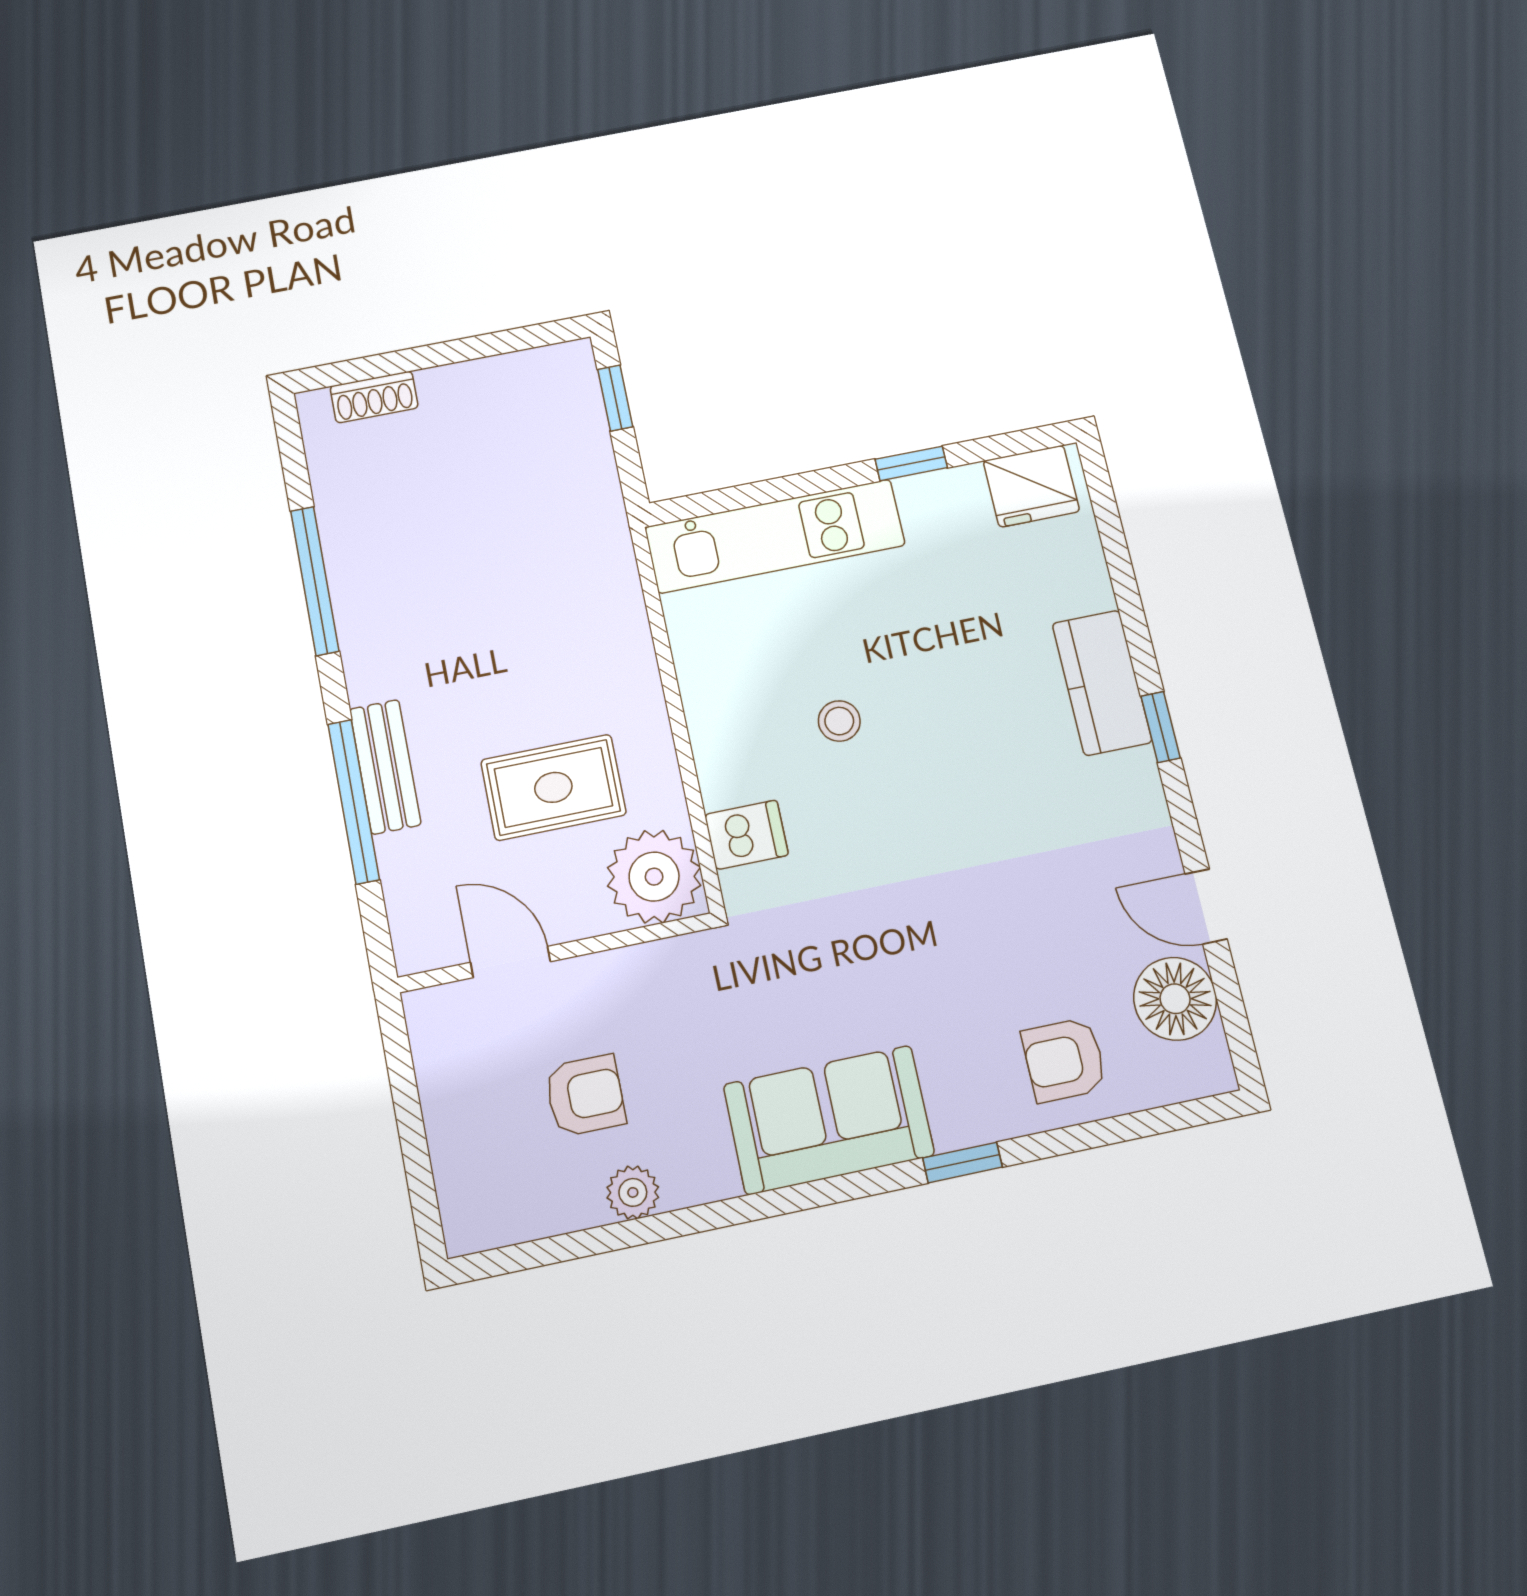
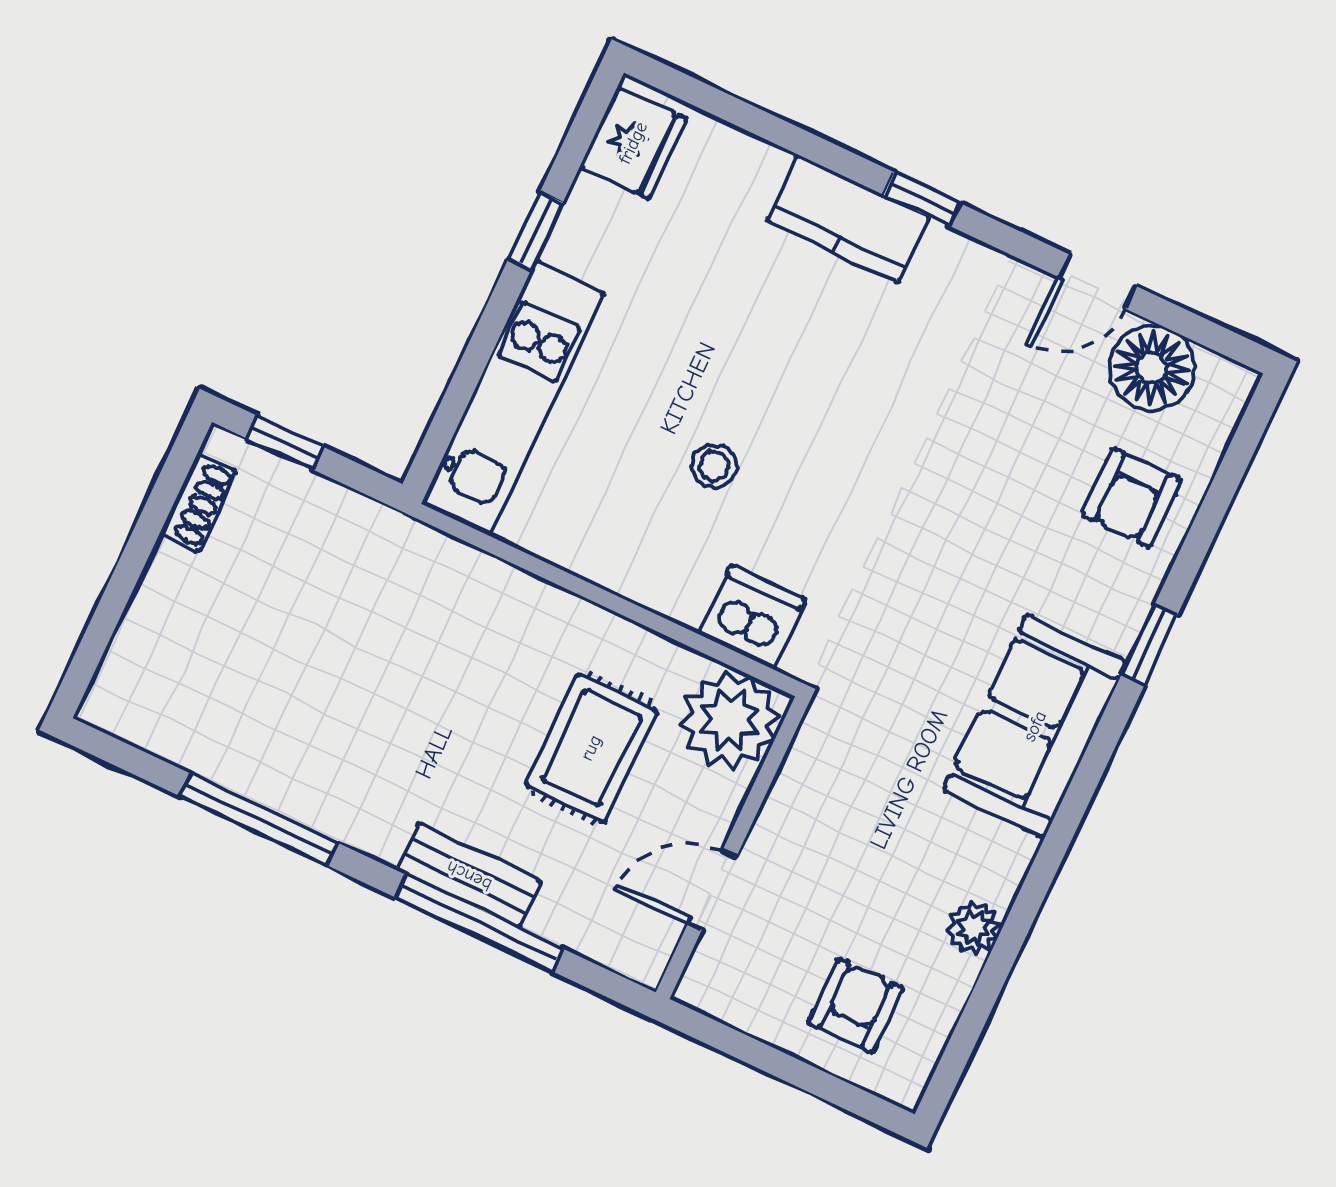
shoe rack: (374, 397) -> (198, 503), moved
dishwasher: (746, 835) -> (752, 617), width x1.38
armchair: (585, 1096) -> (855, 1006), moved

